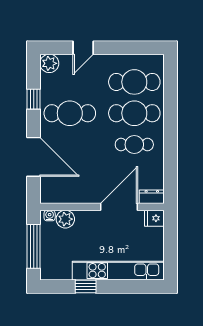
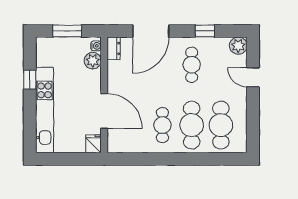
cafe table: (70, 113) -> (192, 65), width x0.73, depth x0.74
dresser: (152, 197) -> (114, 48), moved
window: (34, 246) -> (67, 31), width x0.69

